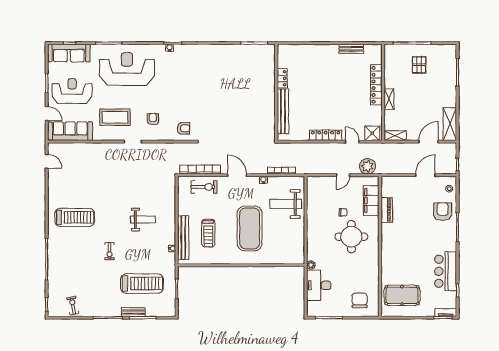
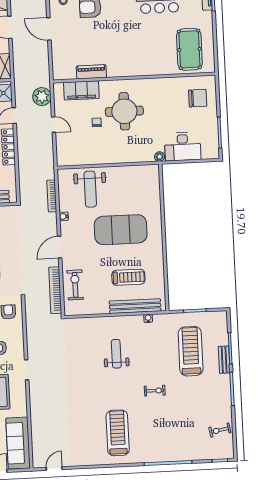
chair: (360, 300) -> (198, 98), turned 180

